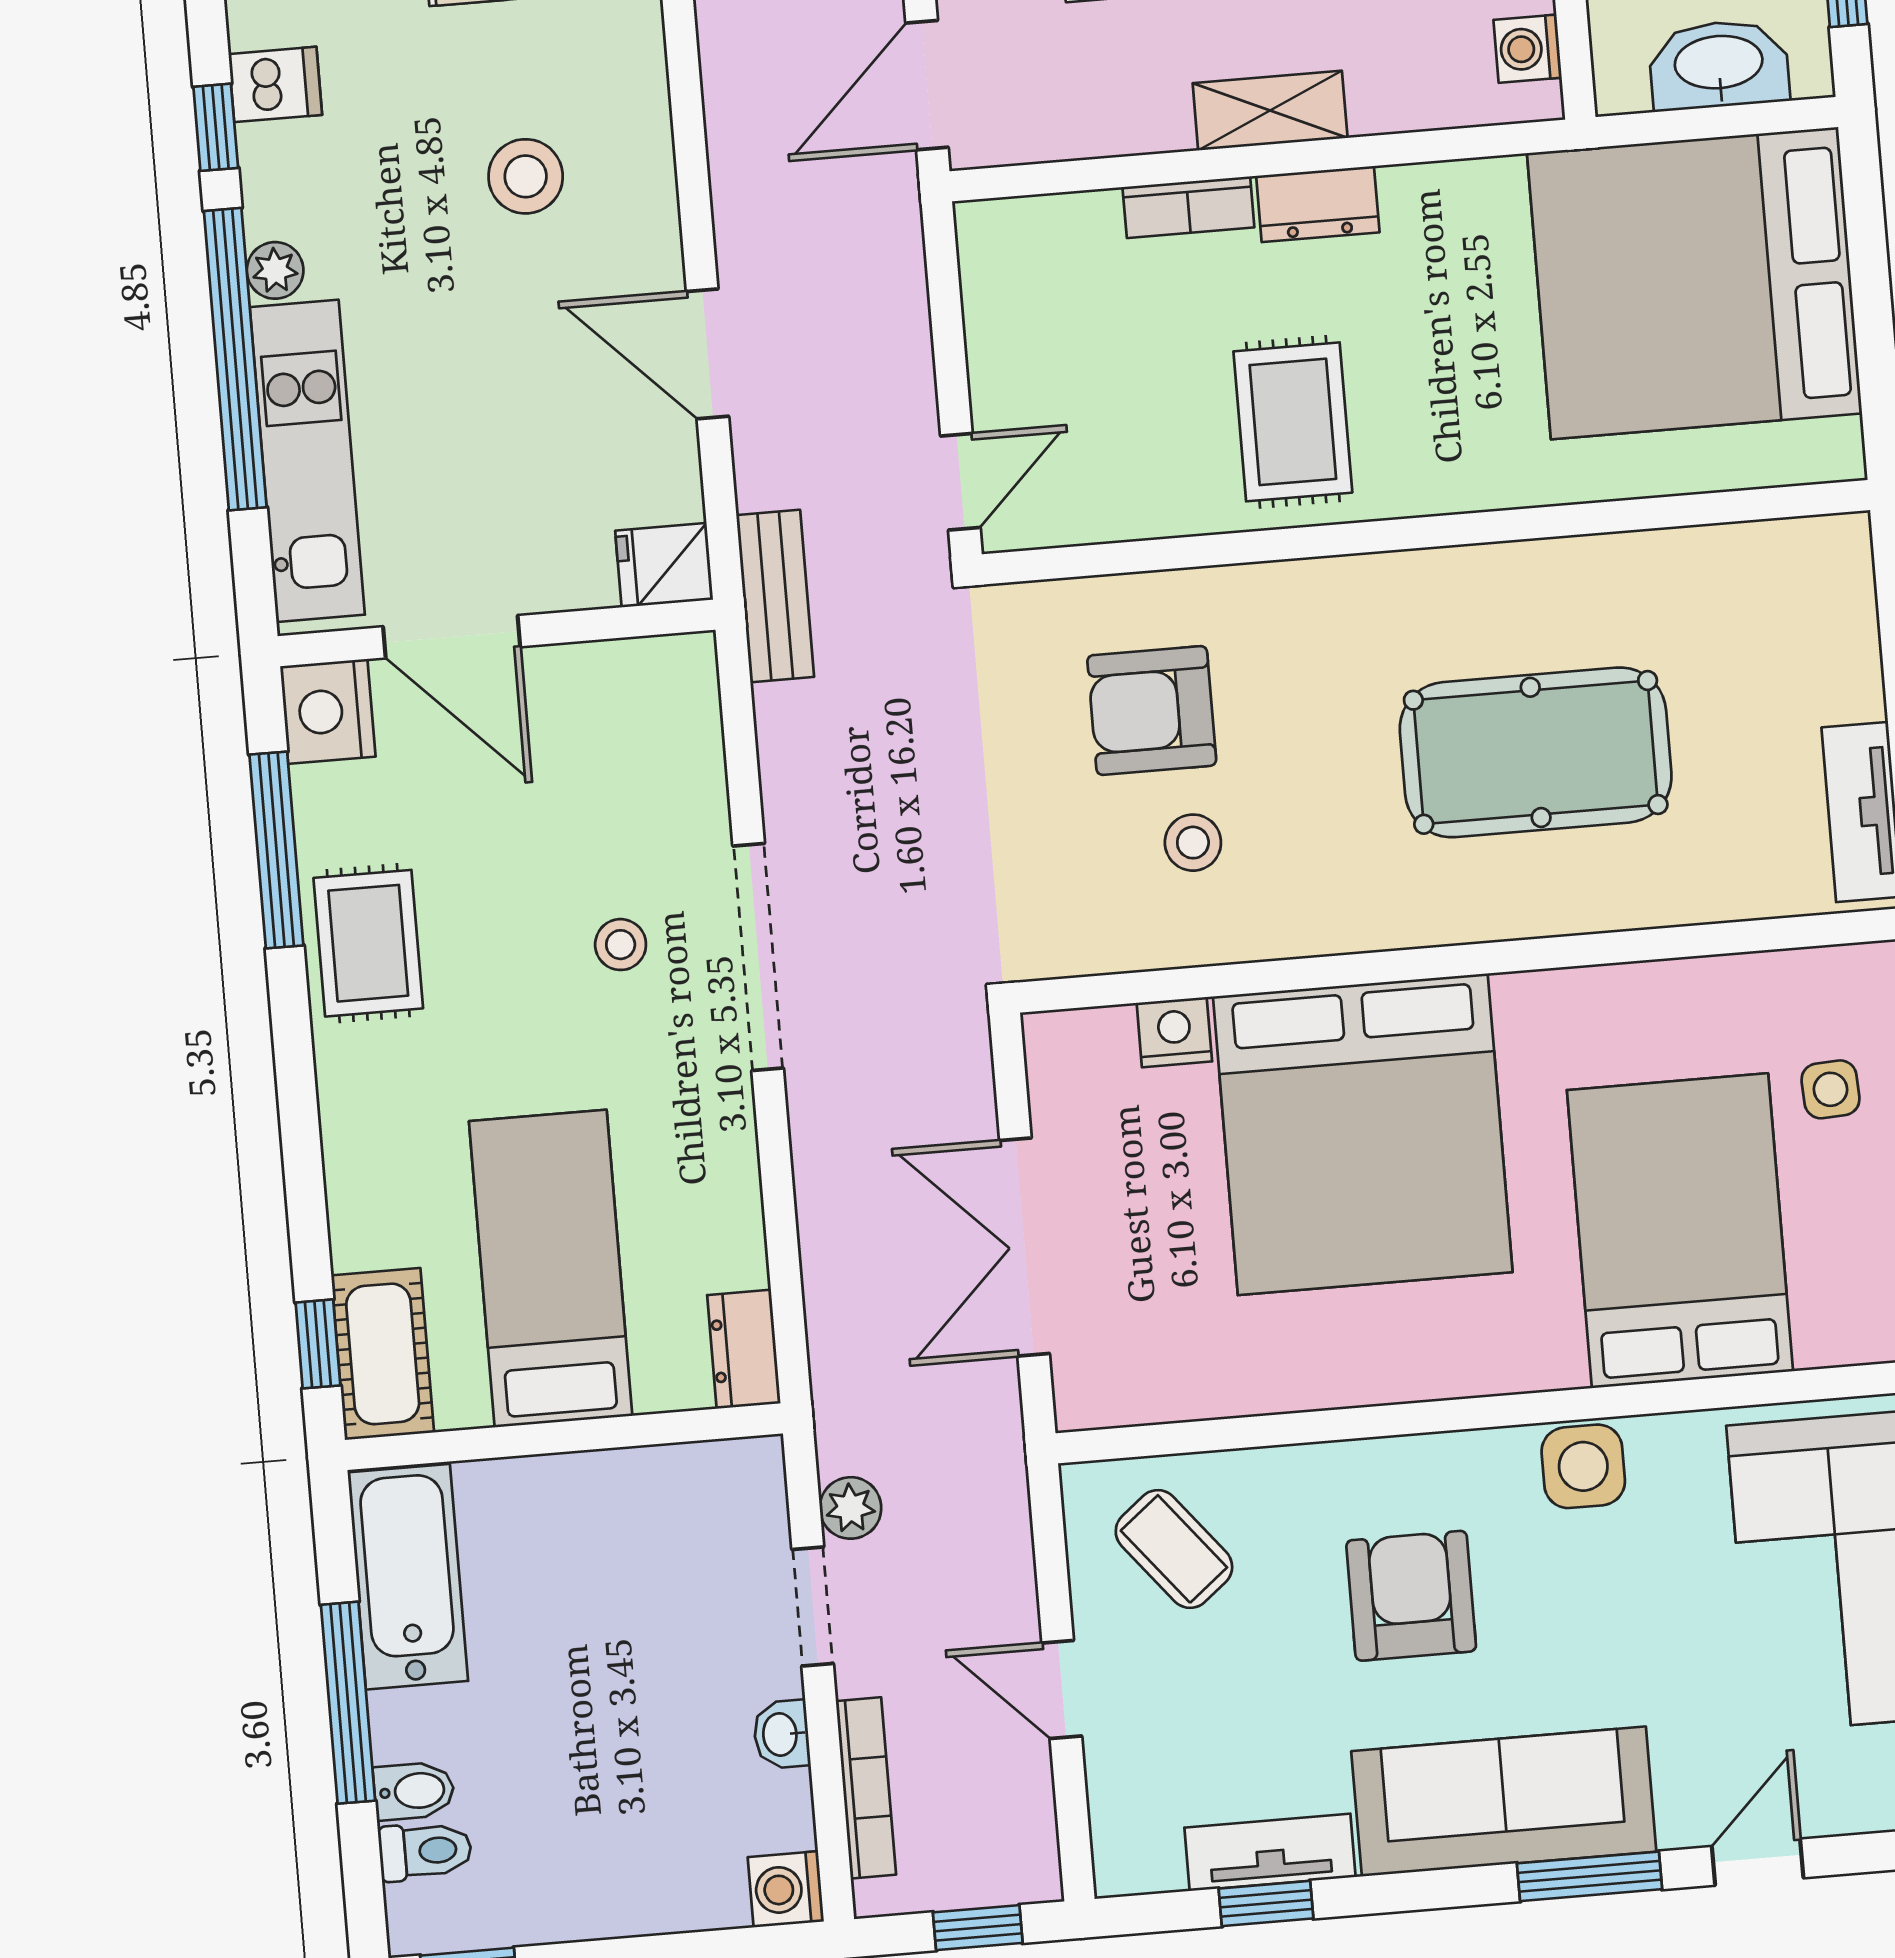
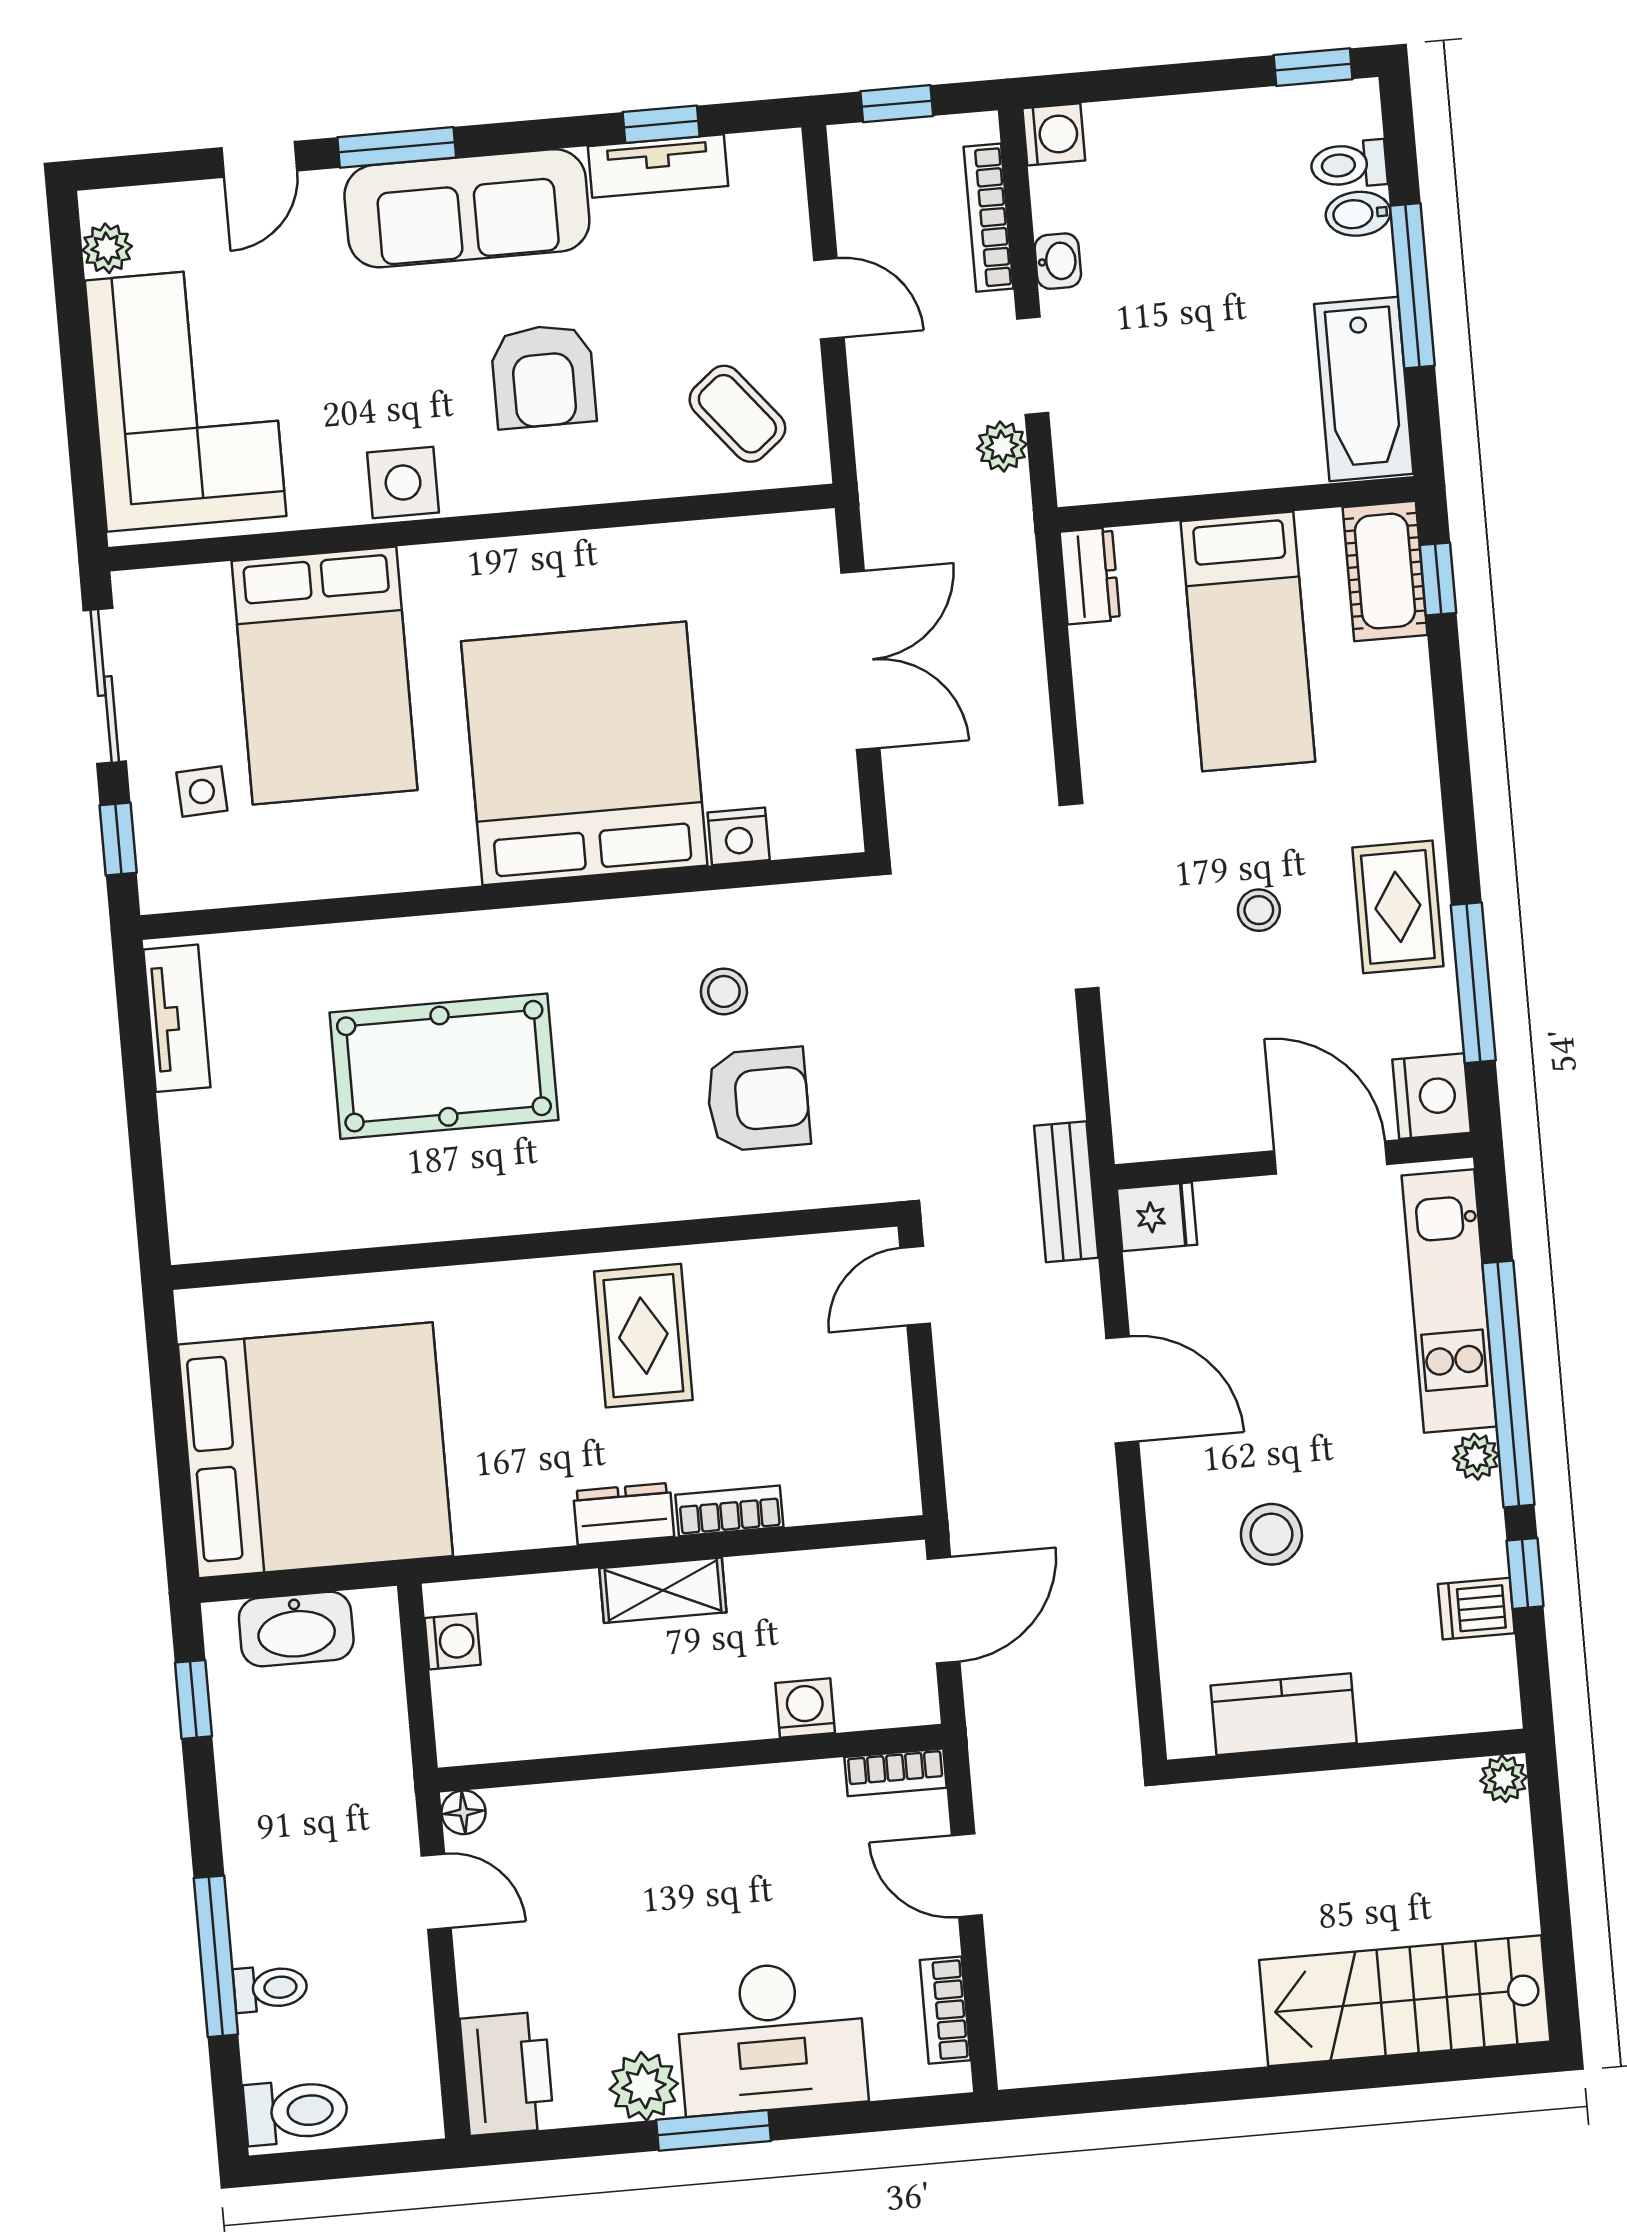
stool: (621, 945) -> (1259, 910), moved

